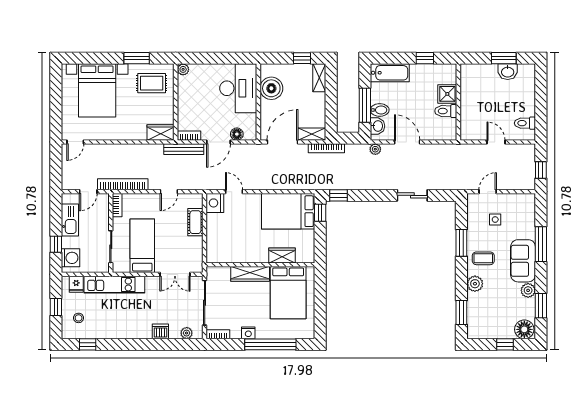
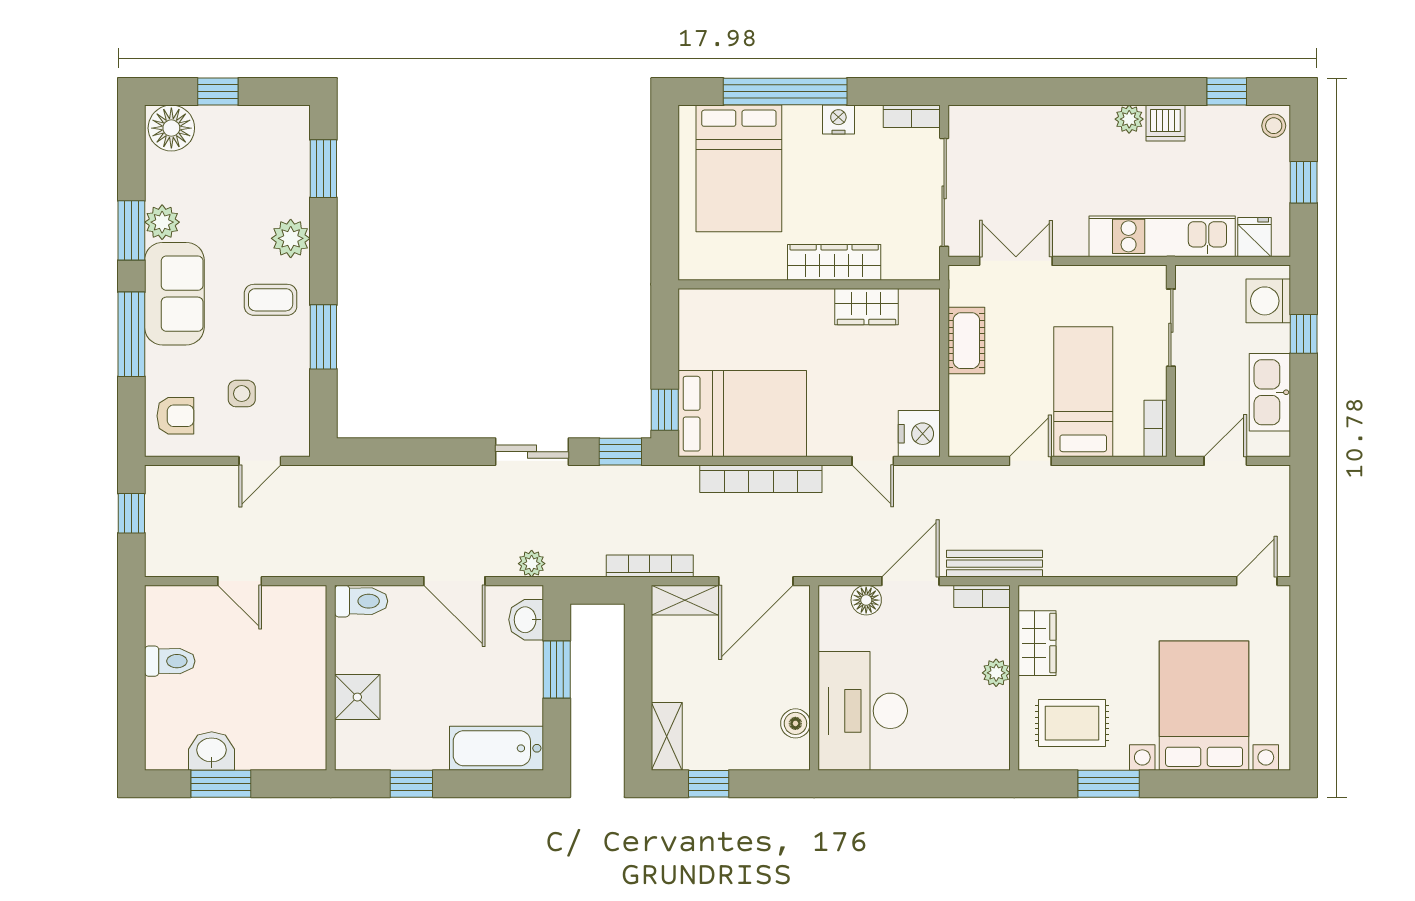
plant: (183, 69) -> (996, 673), moved
boiler: (271, 88) -> (795, 723), width x0.54, depth x0.54
window: (365, 105) -> (557, 670), width x0.69
bidet: (380, 110) -> (521, 658), removed
toilet: (446, 111) -> (361, 601), moved
toilet: (525, 123) -> (170, 661), moved
wardrobe: (161, 133) -> (1037, 643), moved, turned -90
bookcase: (123, 184) -> (761, 479), moved
sliding door: (412, 195) -> (532, 452), moved
armchair: (523, 210) -> (175, 416), added
cot: (195, 222) -> (966, 341), moved
bed: (142, 246) -> (1083, 392), moved, turned 180
wardrobe: (282, 255) -> (866, 307), moved
bed: (288, 293) -> (739, 168), moved, turned 180
window: (541, 306) -> (131, 230), moved
stool: (79, 318) -> (1274, 126), moved
dishwasher: (160, 331) -> (1165, 123), moved
plant: (187, 333) -> (1129, 119), moved

